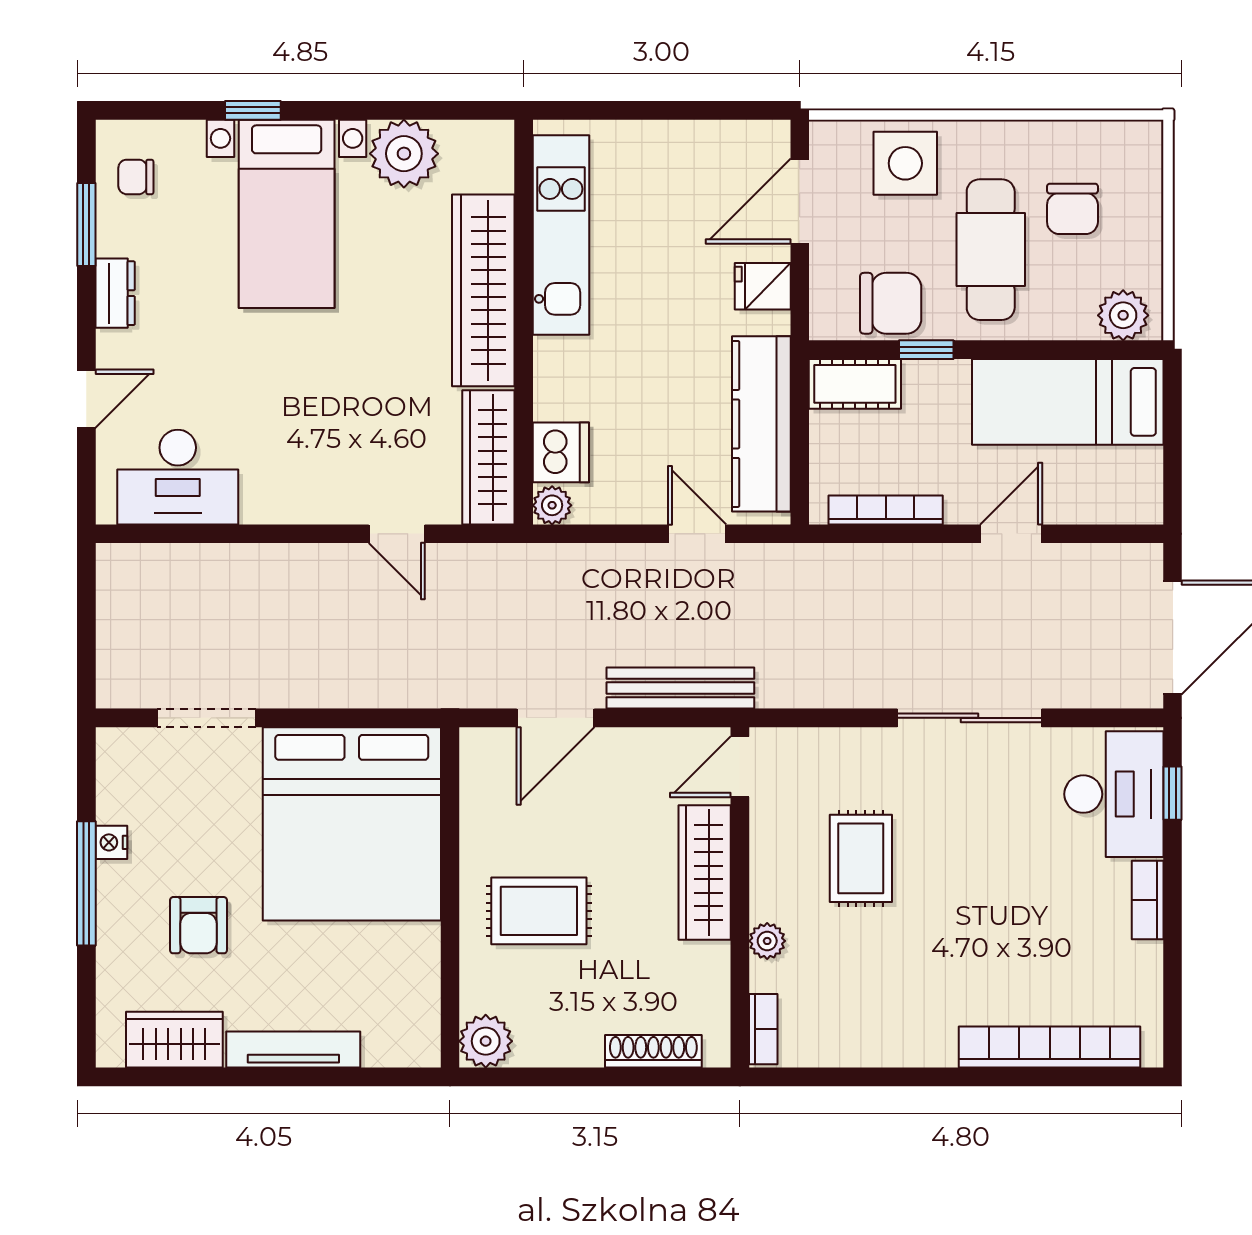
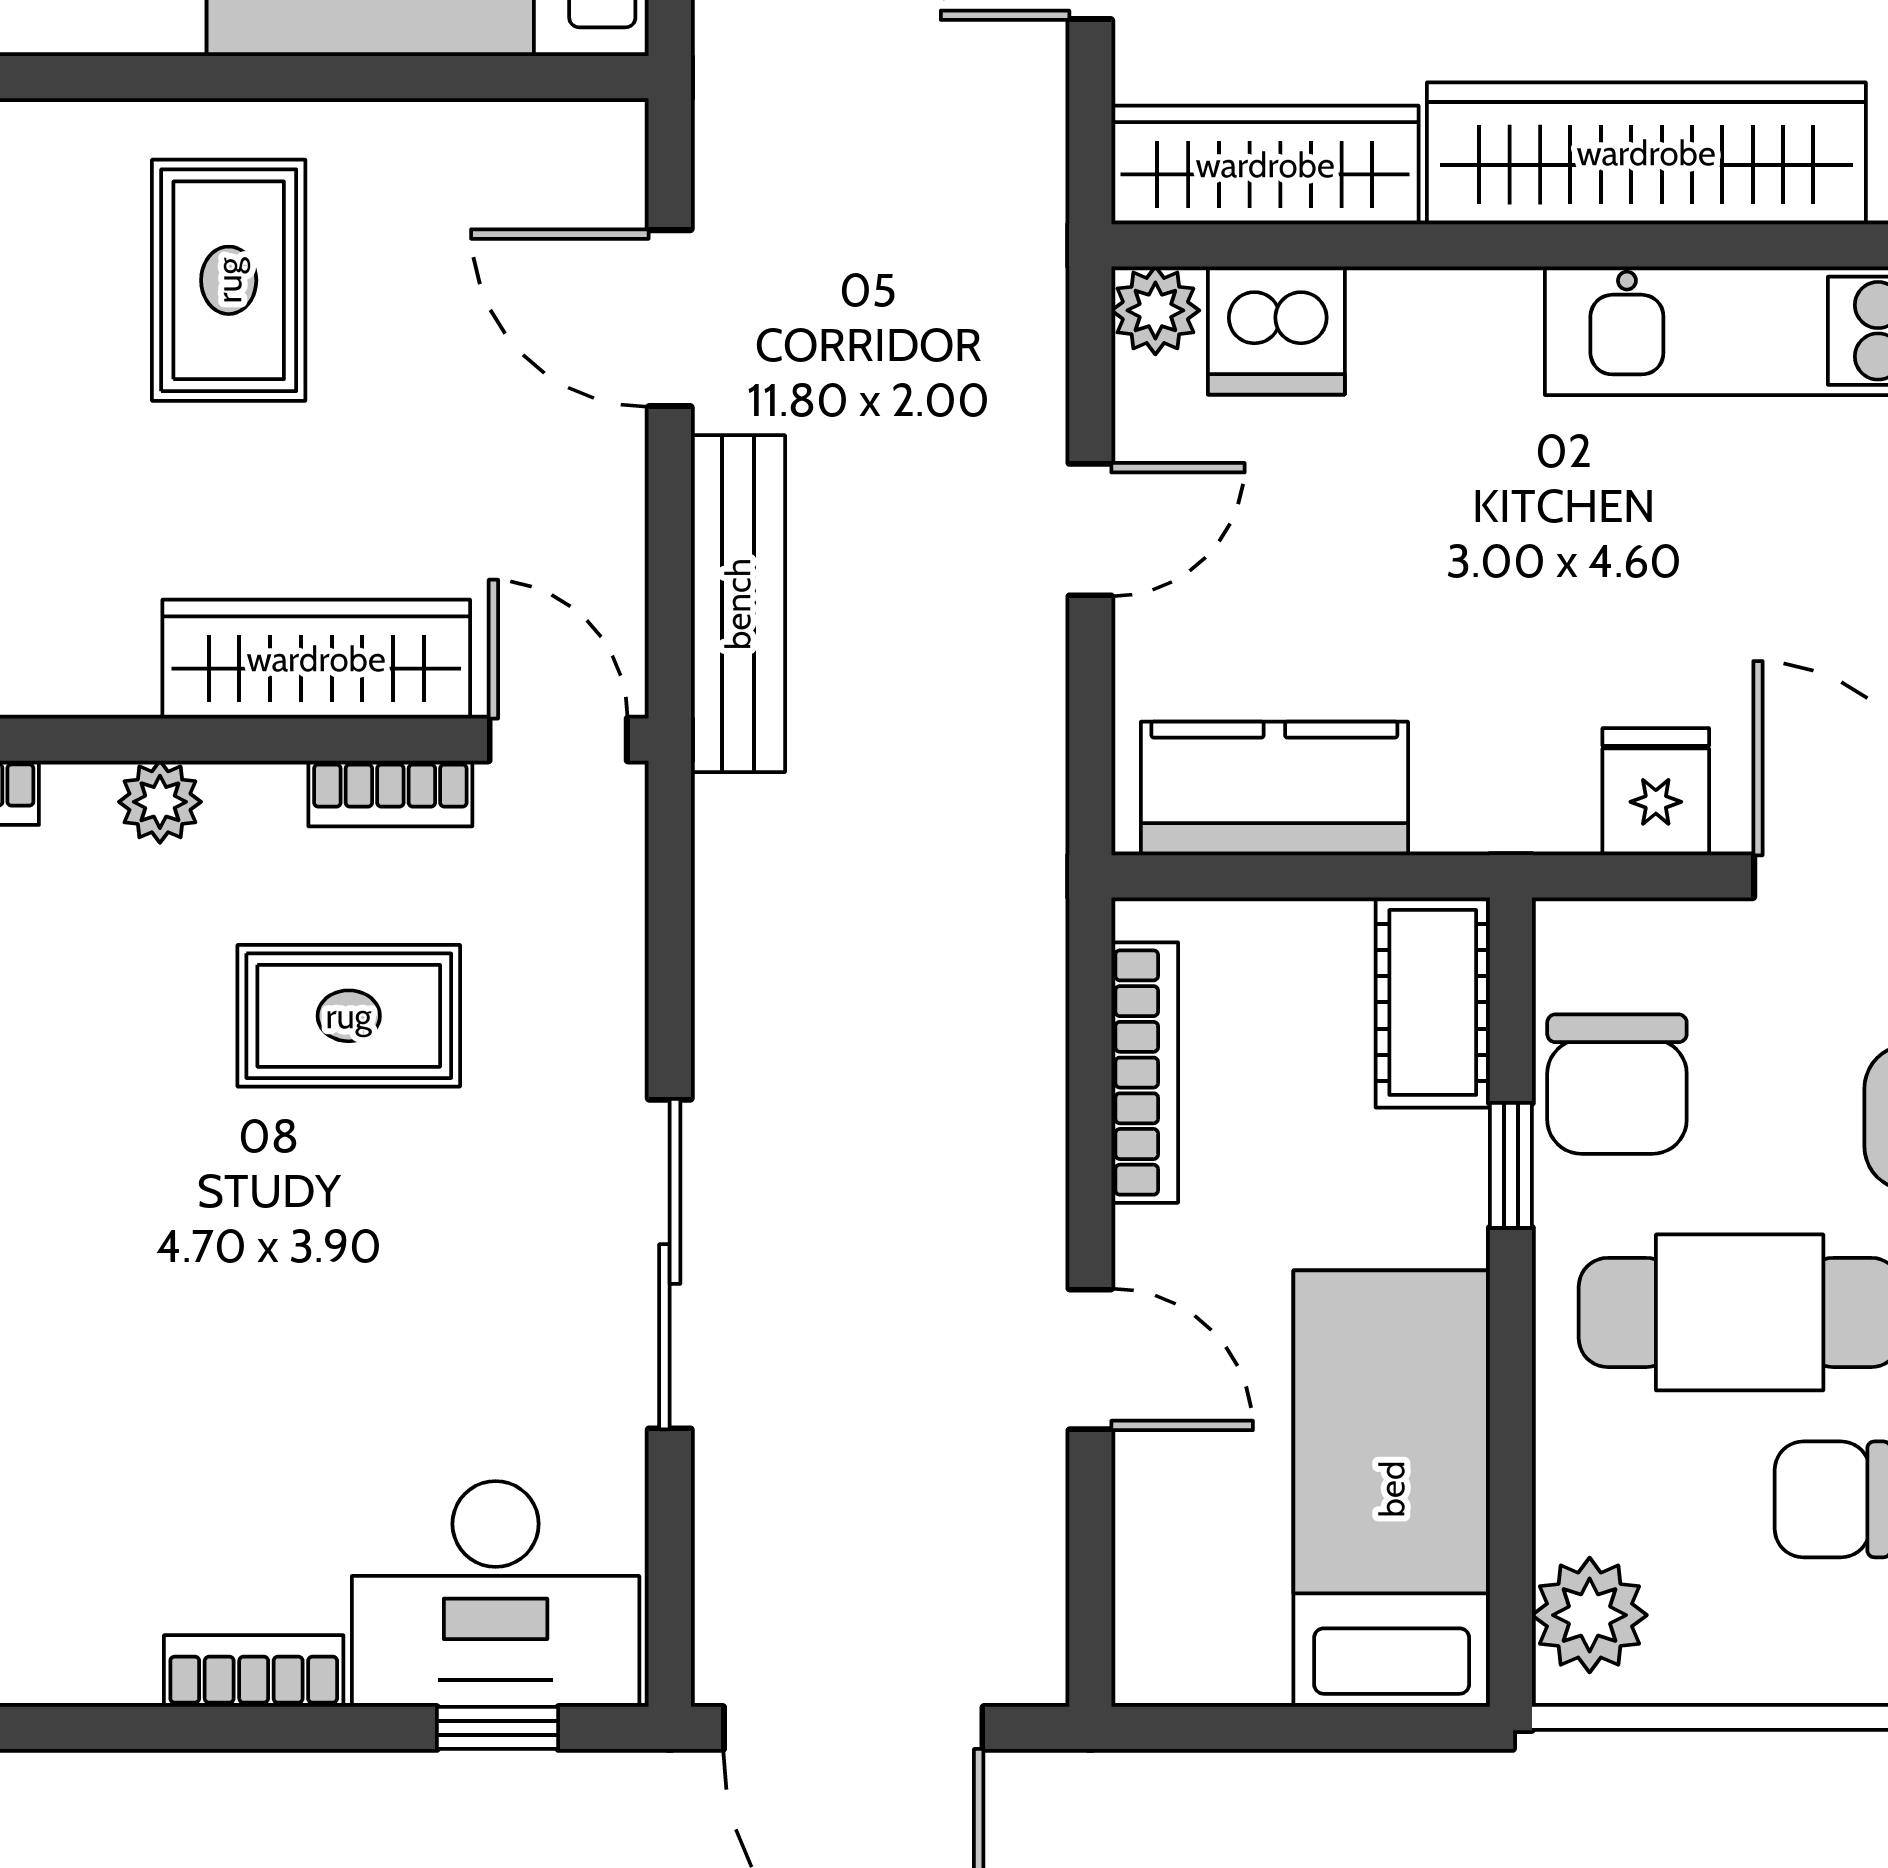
kitchen counter: (761, 424) -> (1274, 788), width x0.67
door: (697, 534) -> (1090, 530), moved
bookcase: (763, 840) -> (390, 793), added

